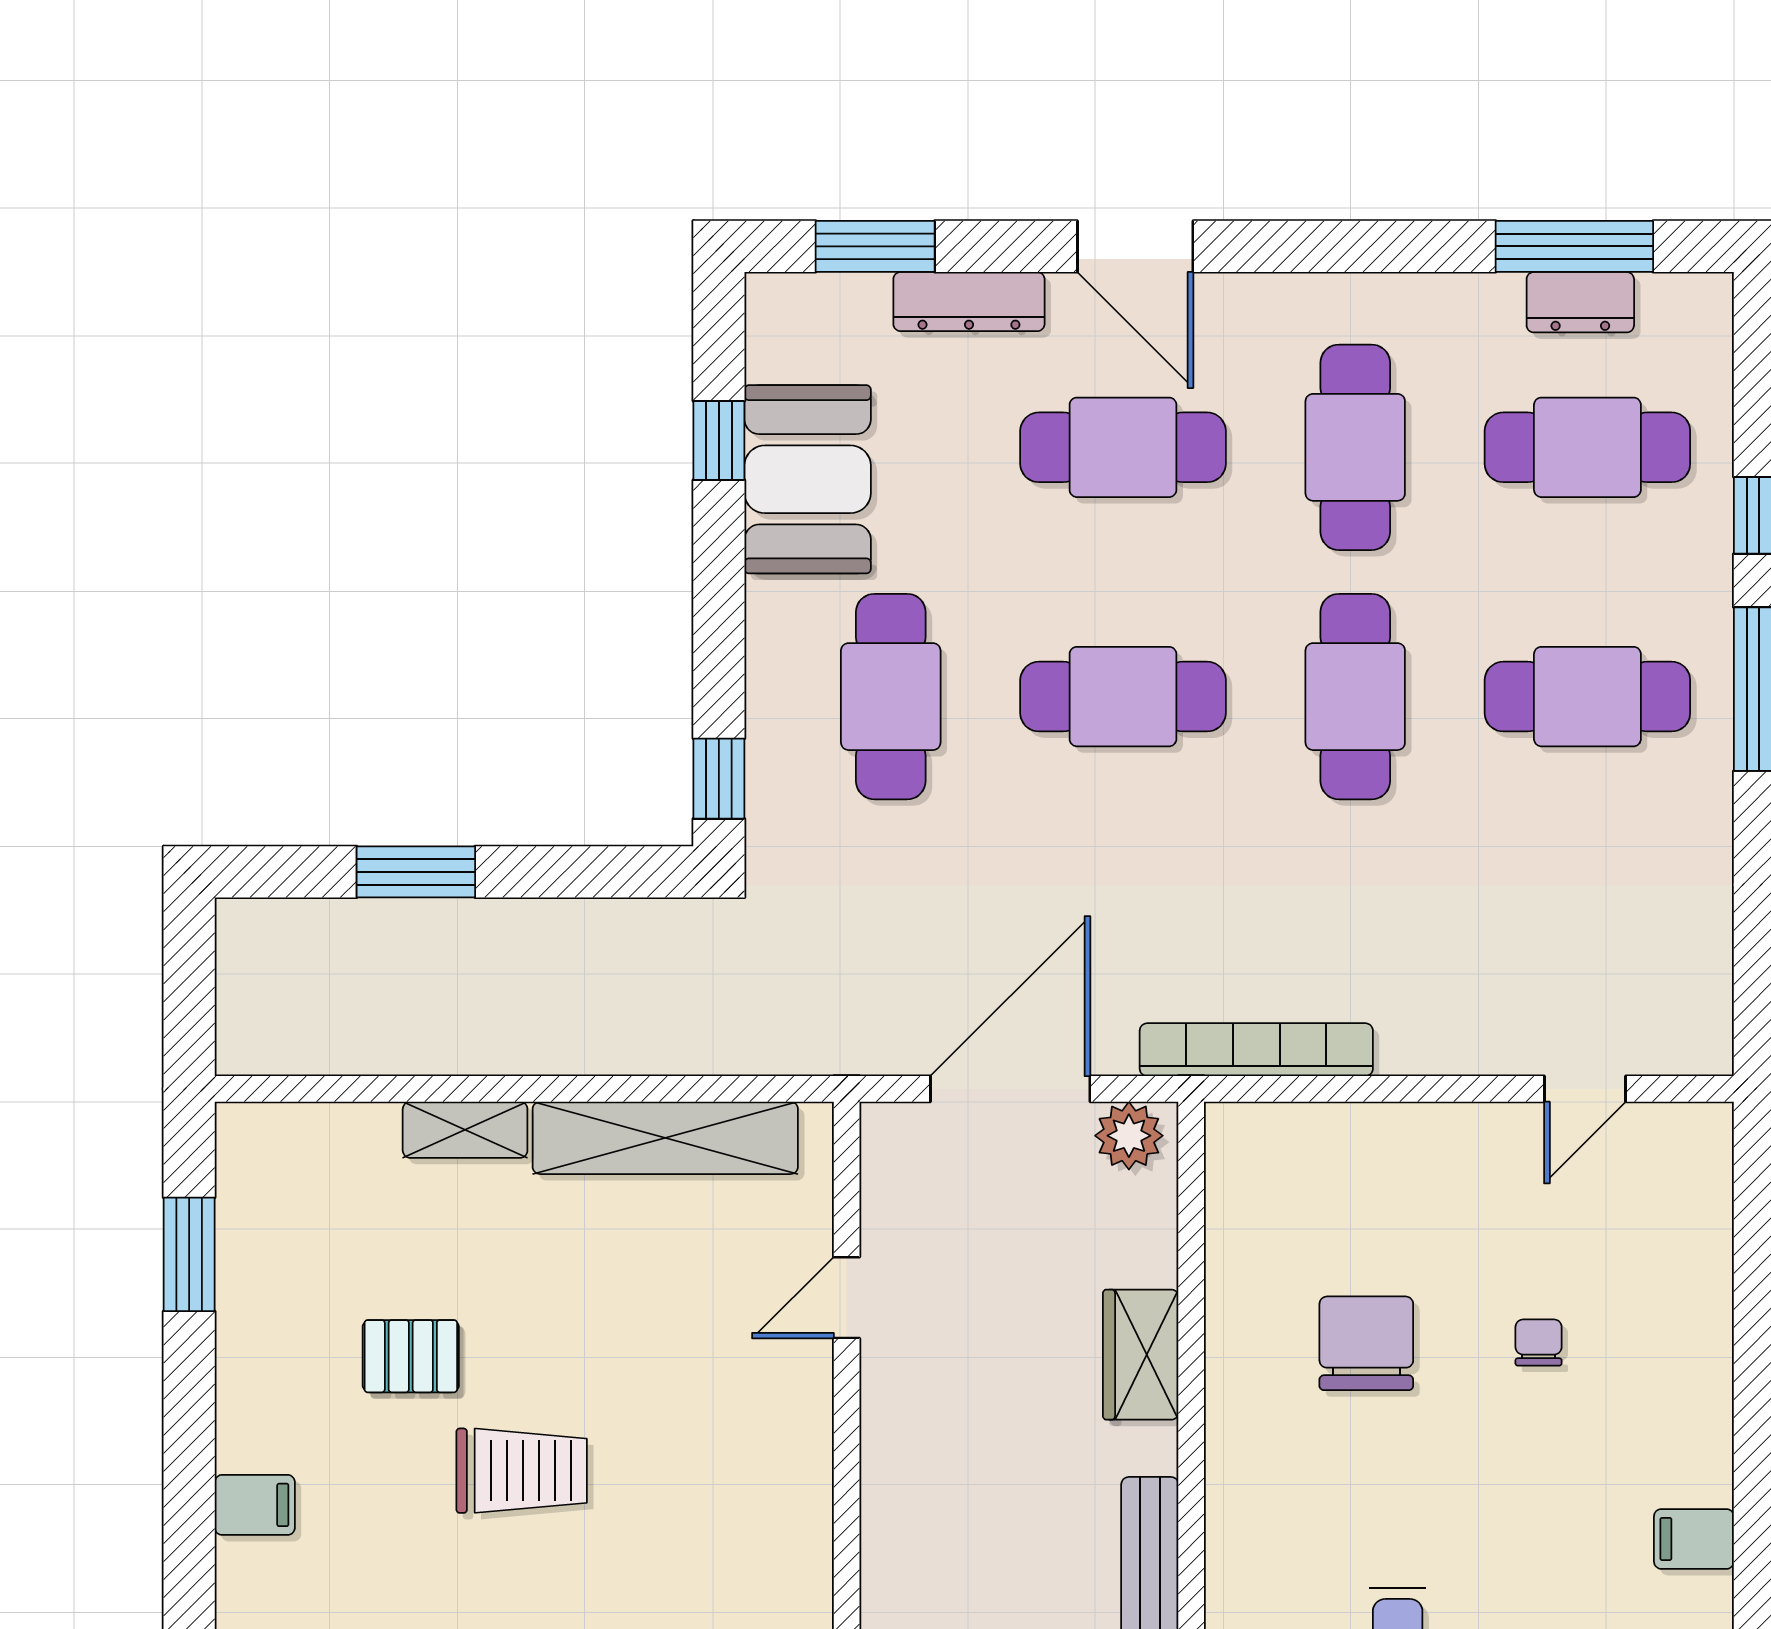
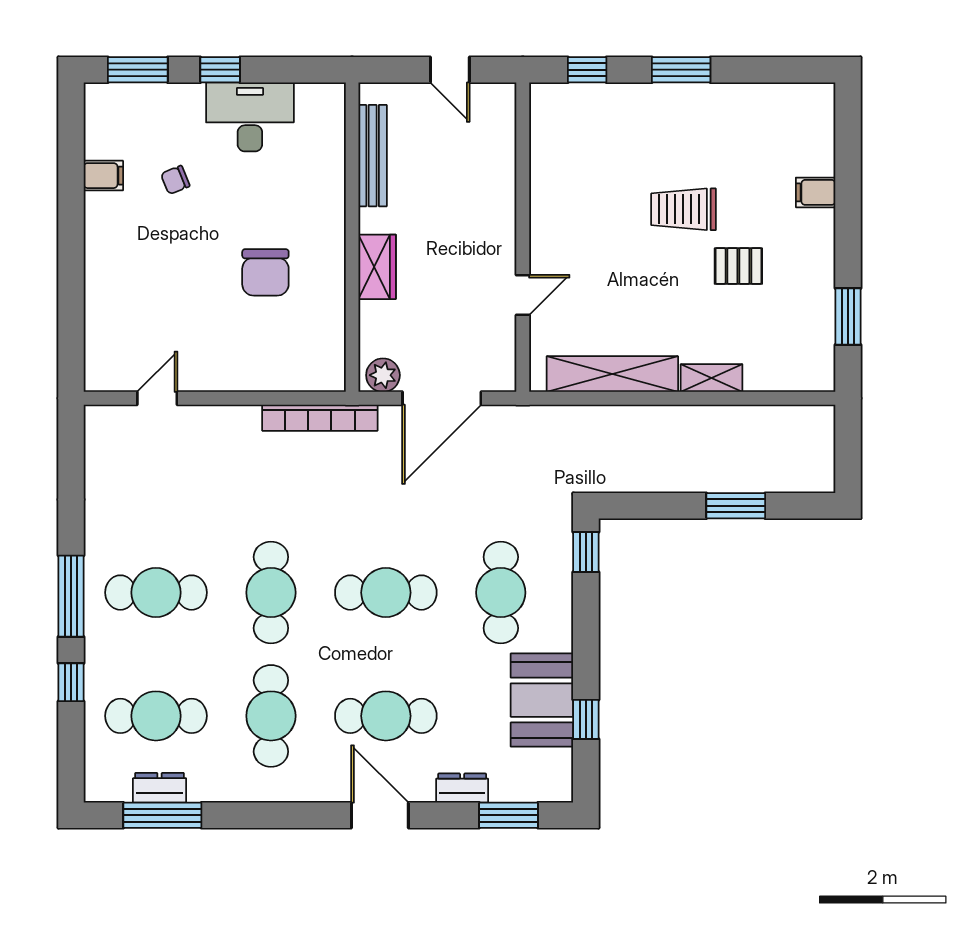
dresser: (969, 302) -> (462, 788), width x0.70
chair: (1539, 1343) -> (175, 180), moved, turned 68

